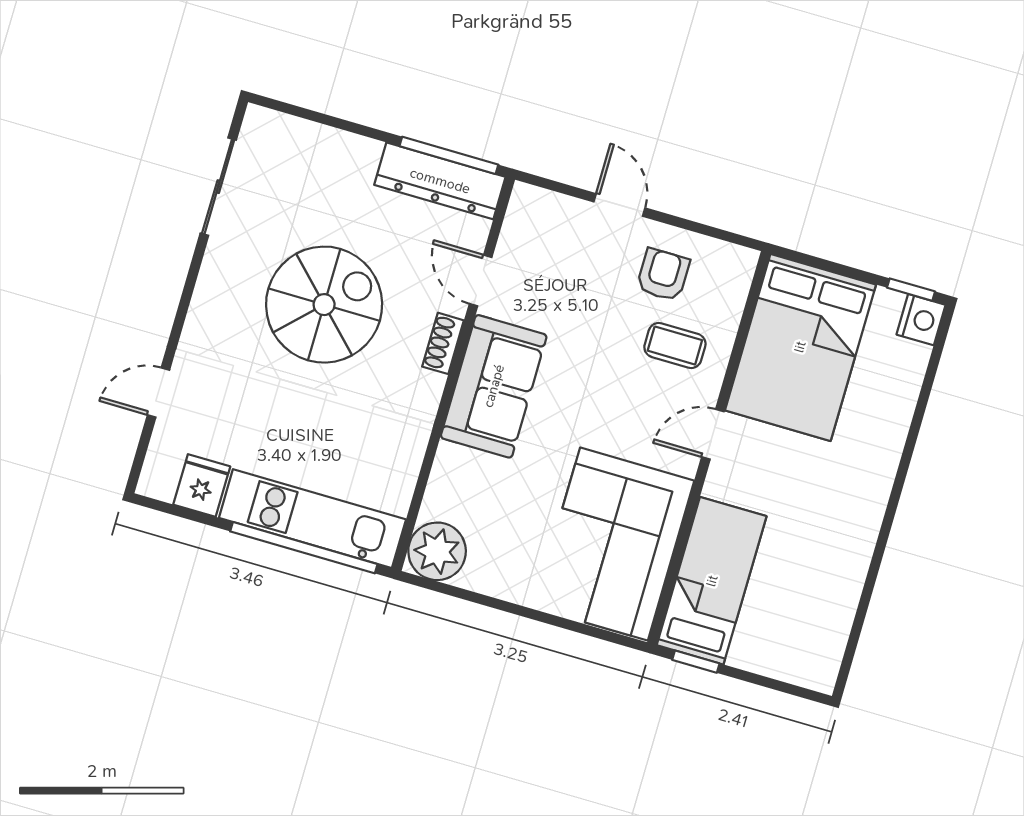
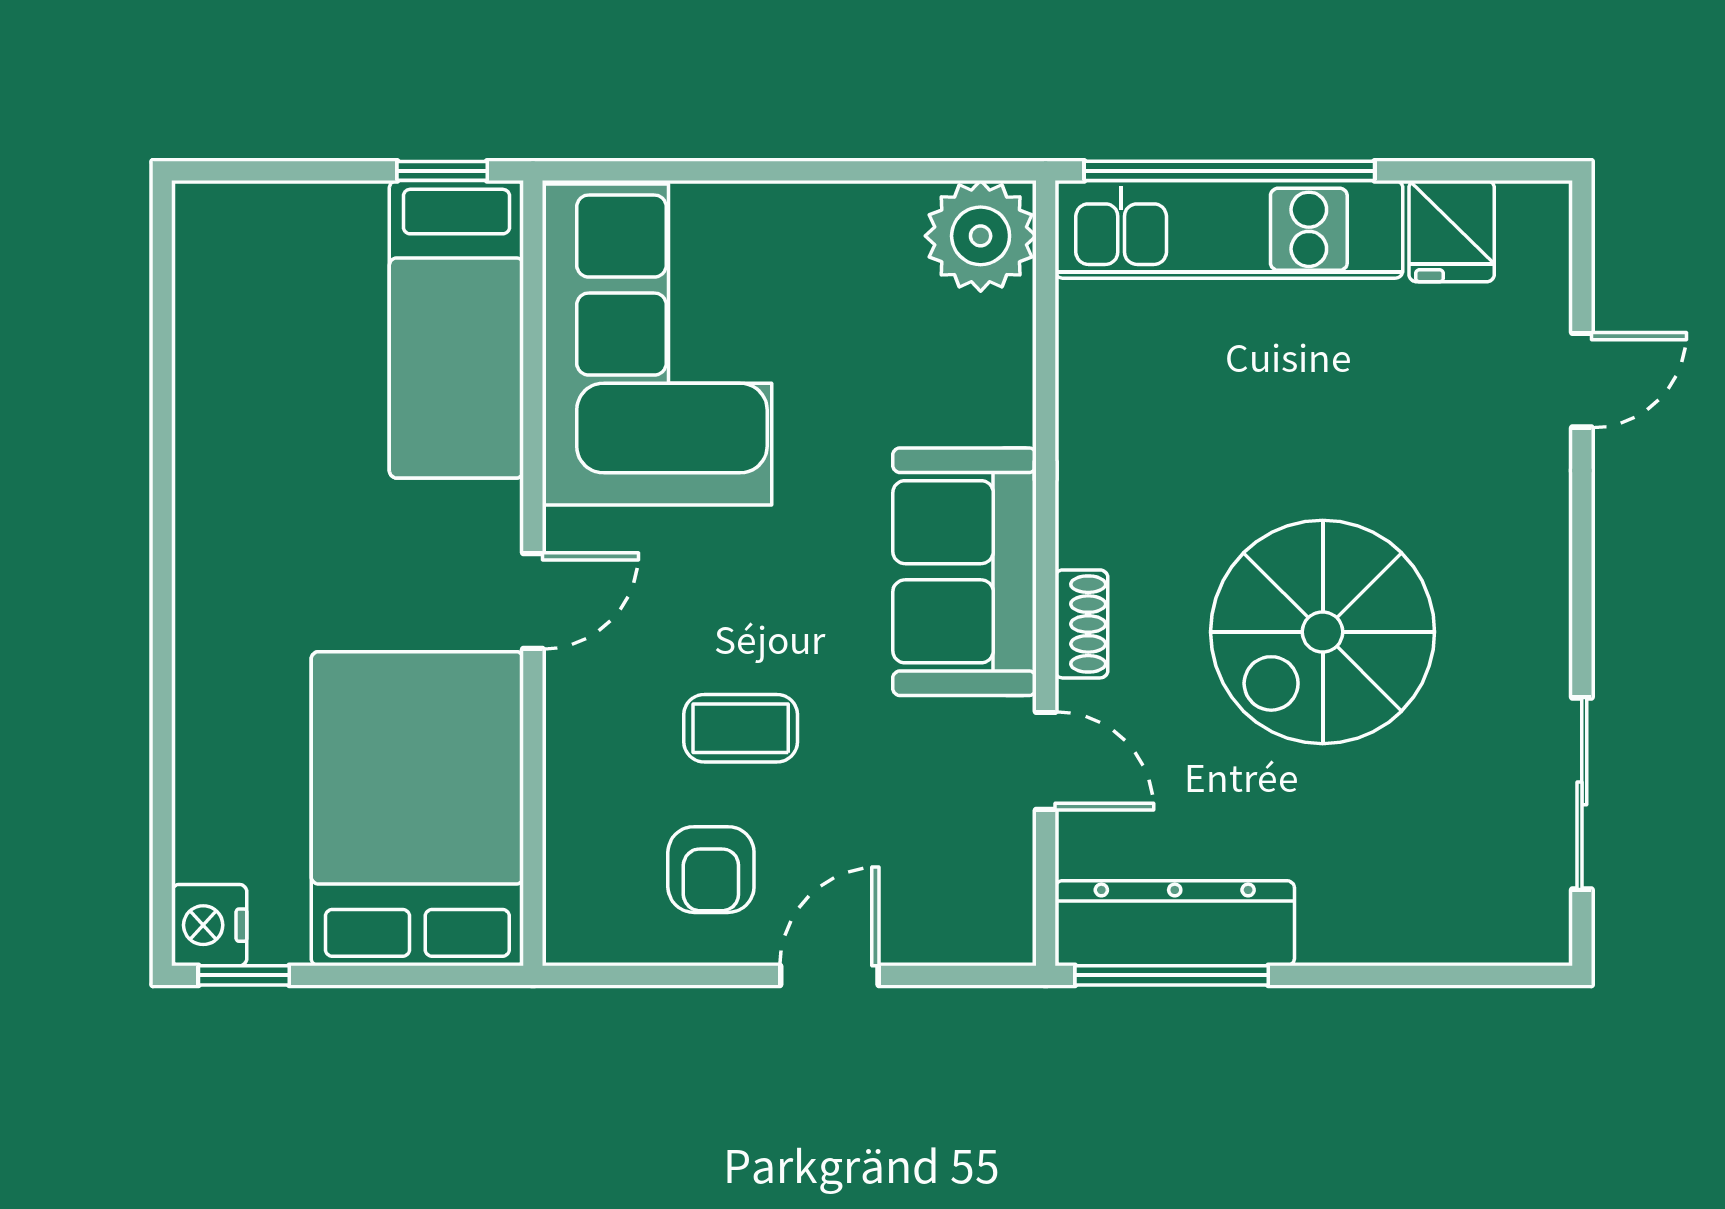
door: (619, 205) -> (829, 975), swing flipped
coffee table: (675, 345) -> (741, 728), moved

